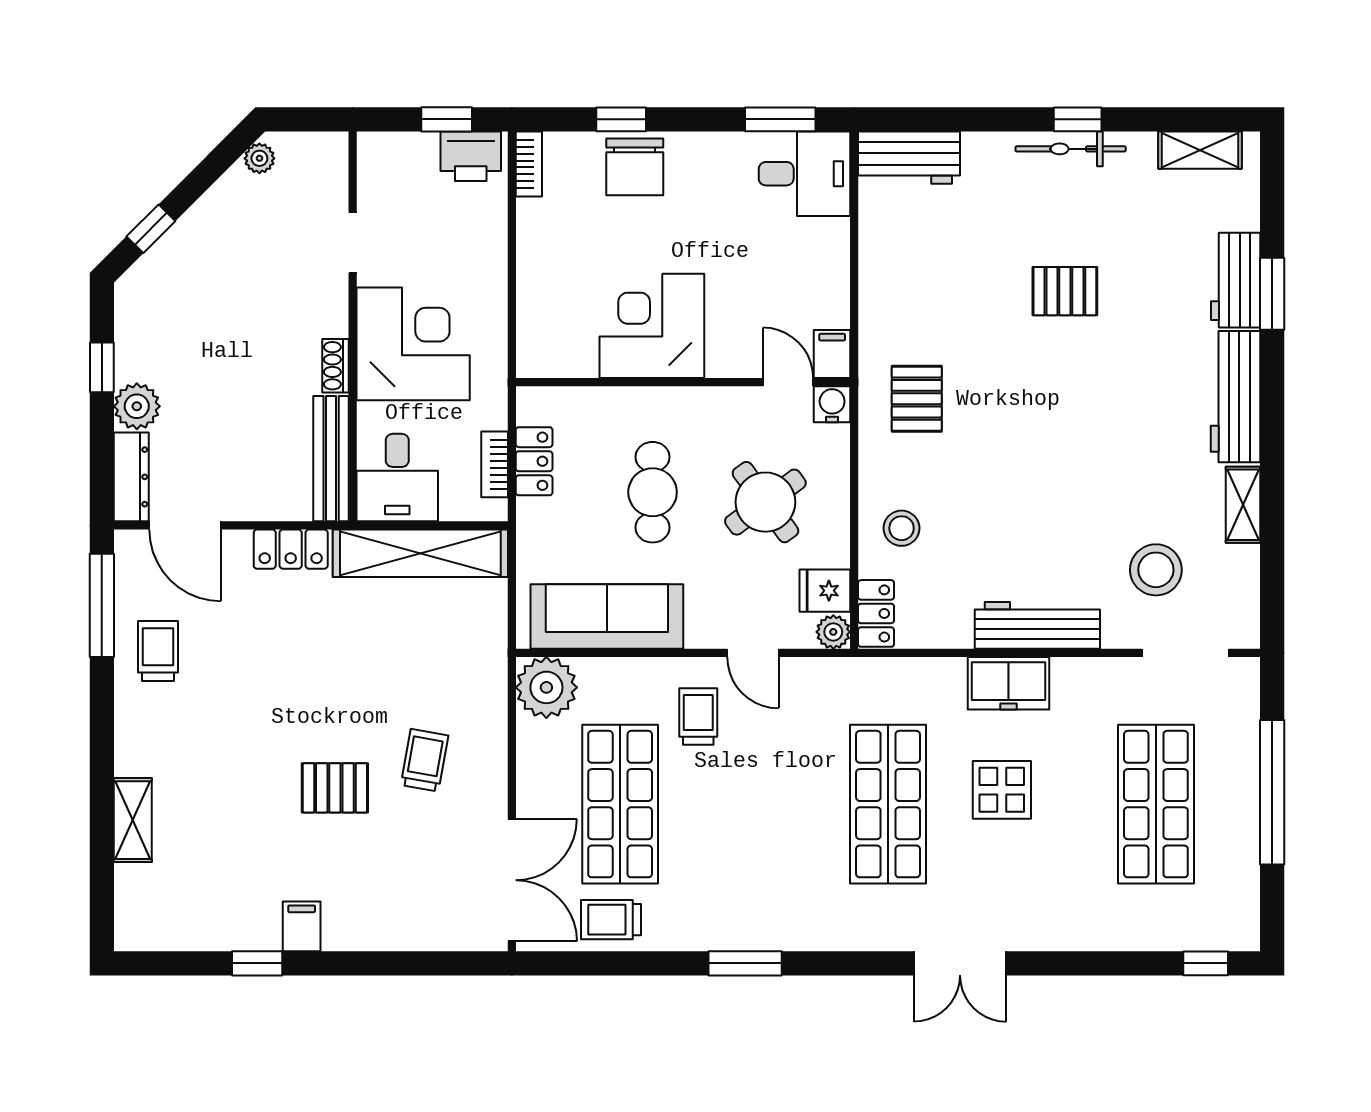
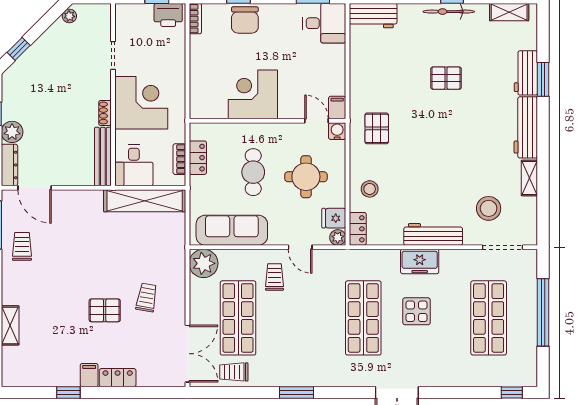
round table: (765, 502) -> (306, 177), turned 36
locker: (291, 549) -> (118, 378), moved, turned 180

